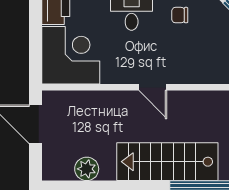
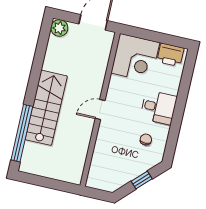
plant: (87, 169) -> (59, 28), moved

